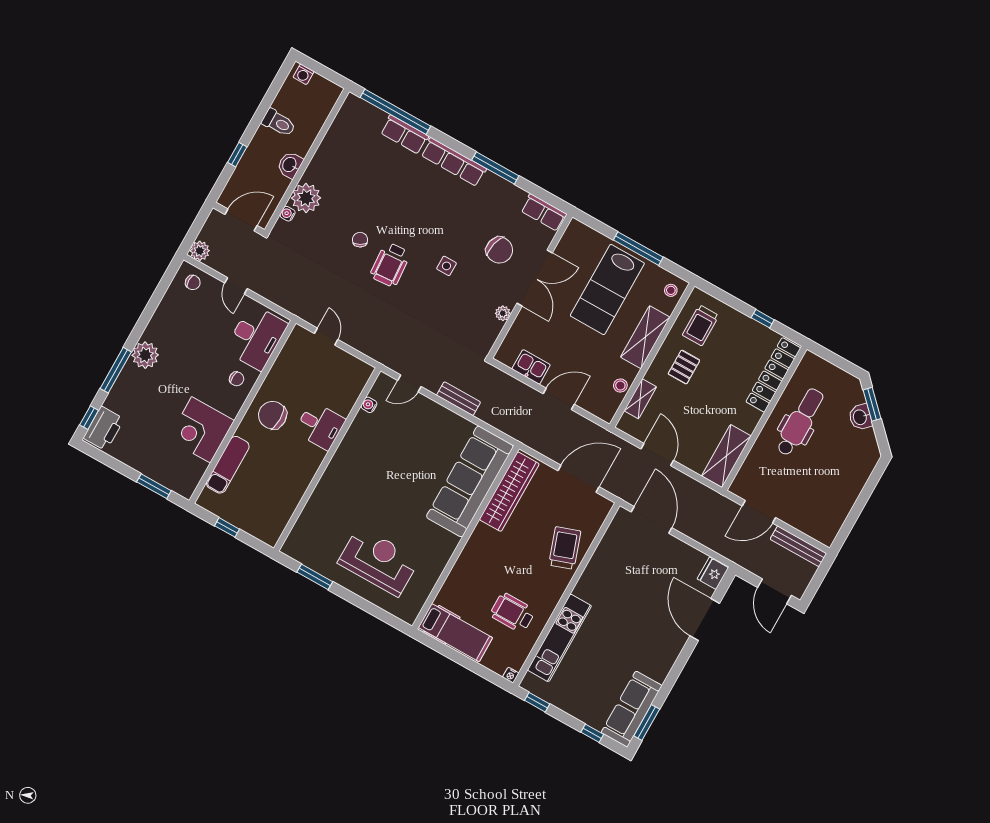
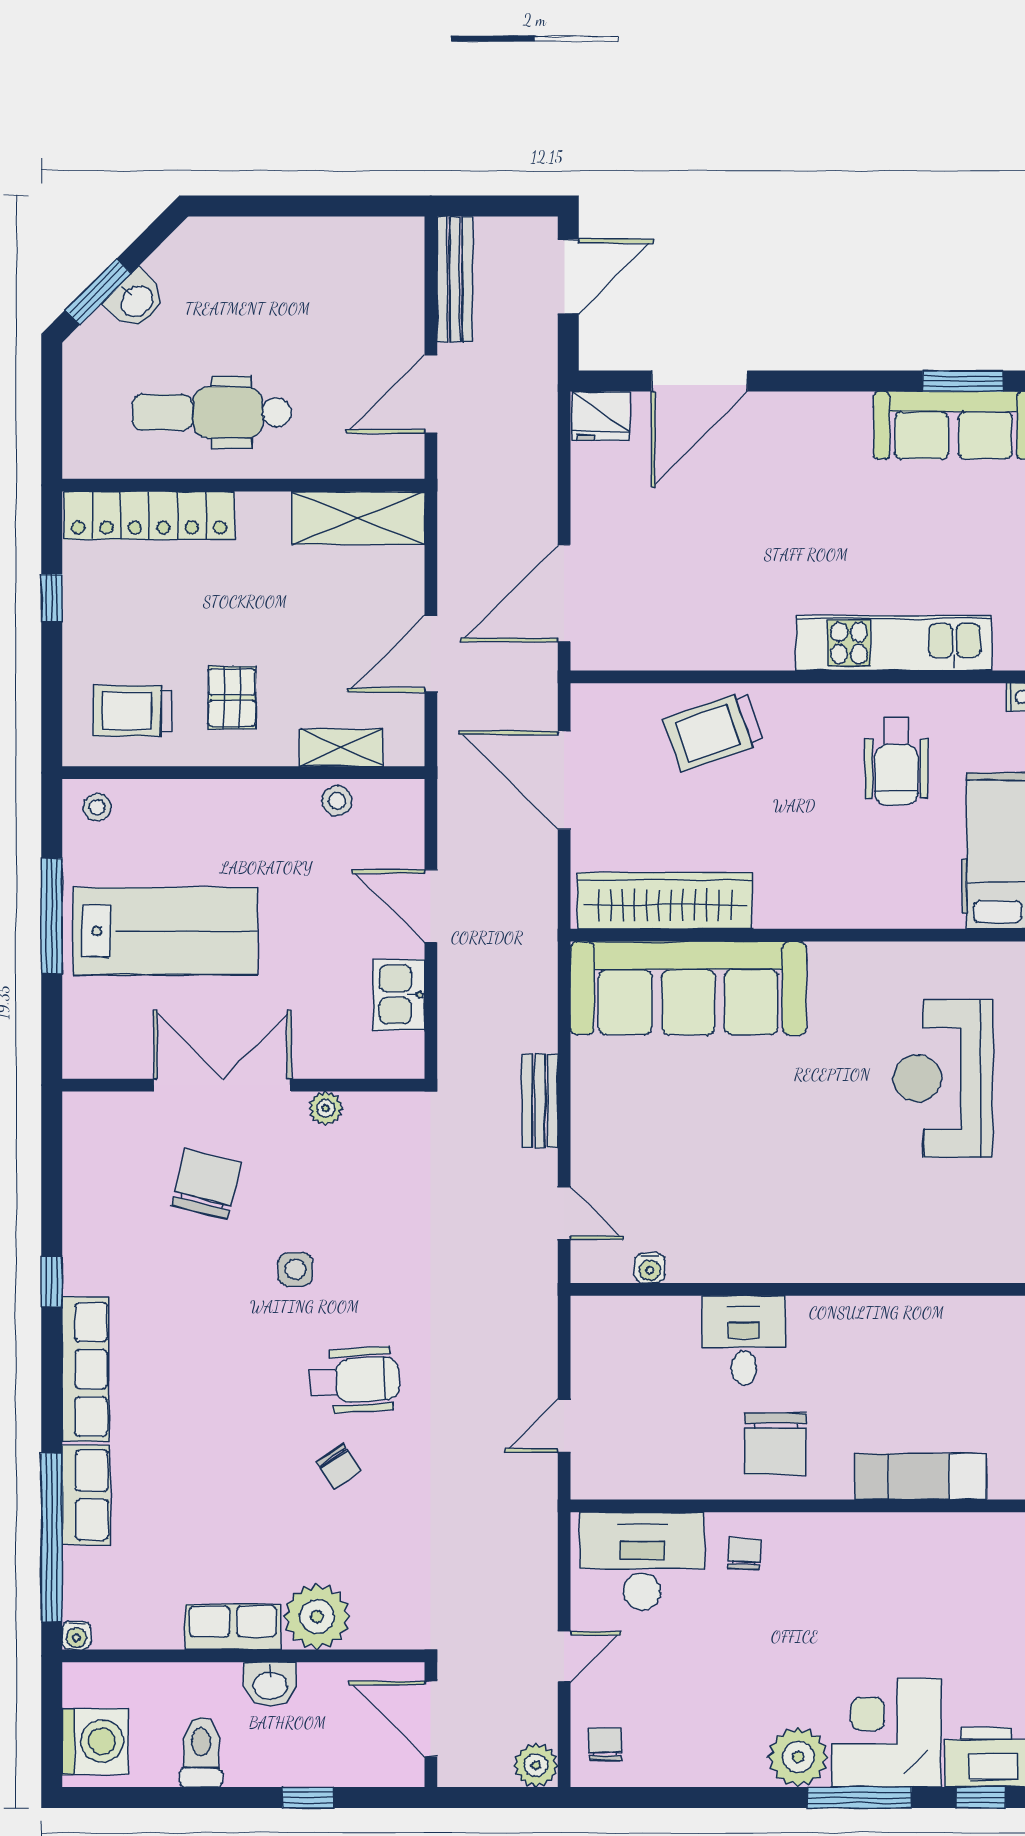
washing machine: (303, 74) -> (95, 1741), width x1.89, depth x1.89
window: (495, 168) -> (52, 1282), width x0.46
row of seats: (544, 212) -> (233, 1627), moved, turned -90
water cooler: (288, 214) -> (76, 1635), moved
chair: (360, 240) -> (339, 1466), turned -95
trolley: (701, 325) -> (133, 711), turned 180
shelving: (645, 337) -> (216, 805), removed
pallet: (684, 367) -> (232, 698), turned 90
corner desk: (201, 430) -> (886, 1732), moved, turned 180
door: (759, 512) -> (431, 394), swing flipped

